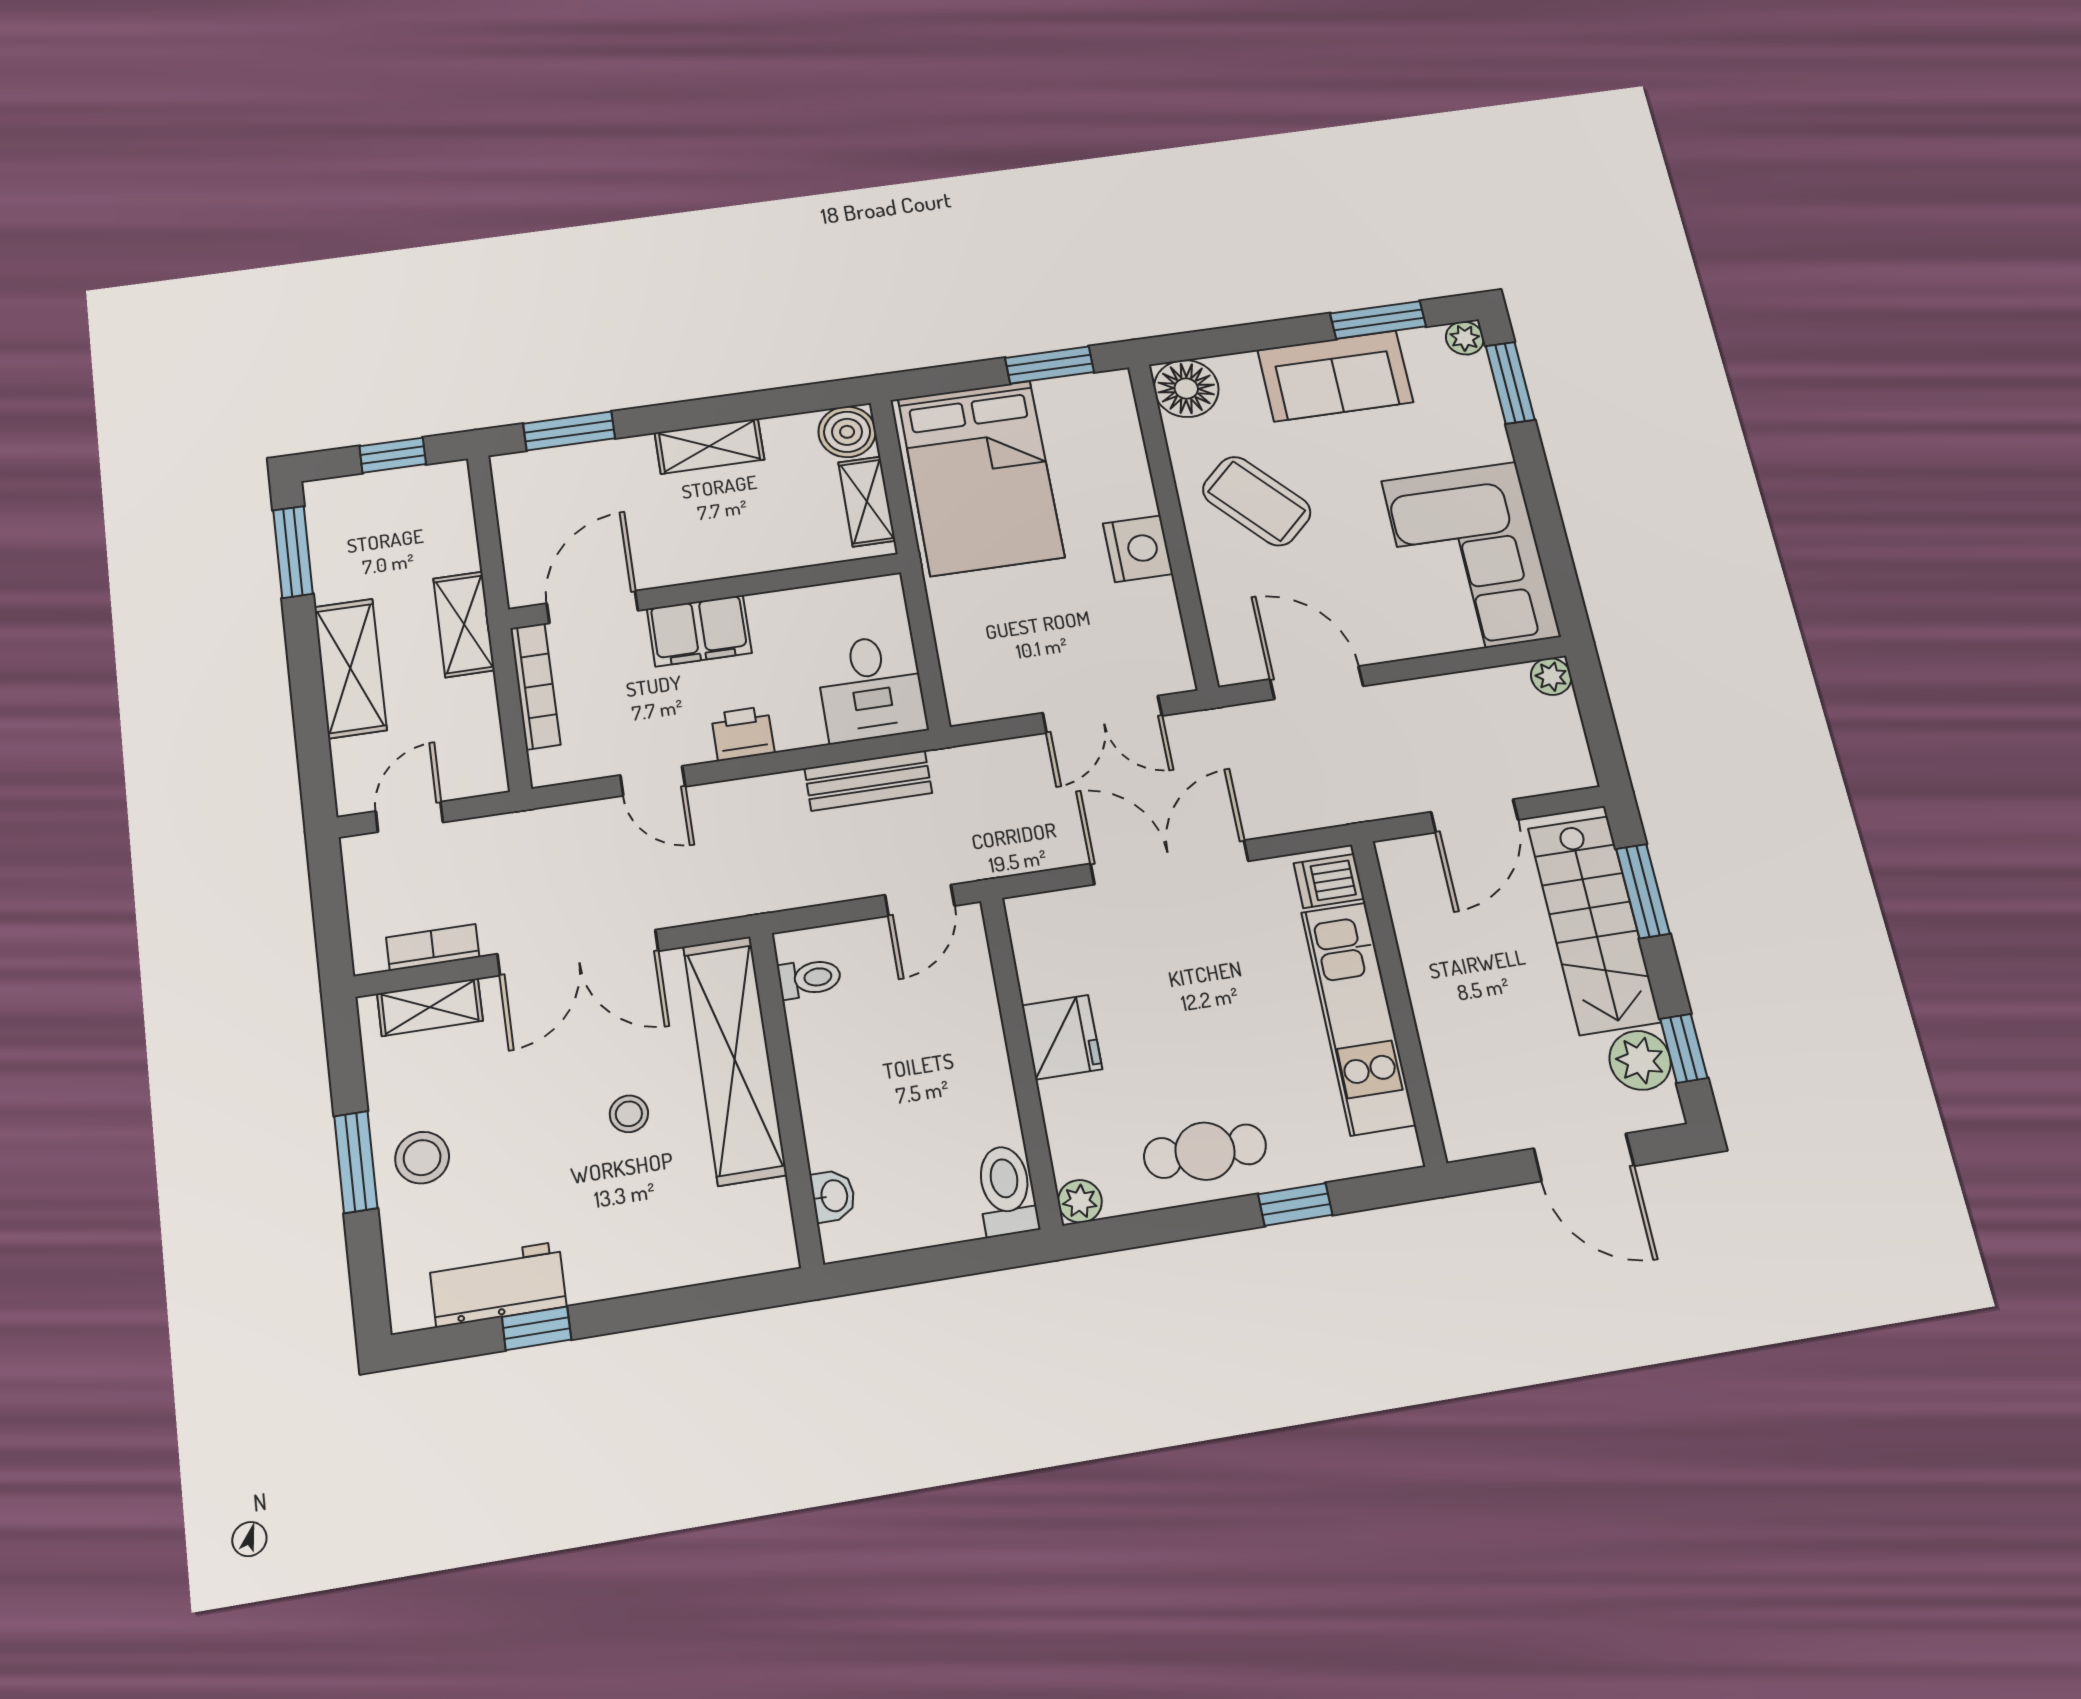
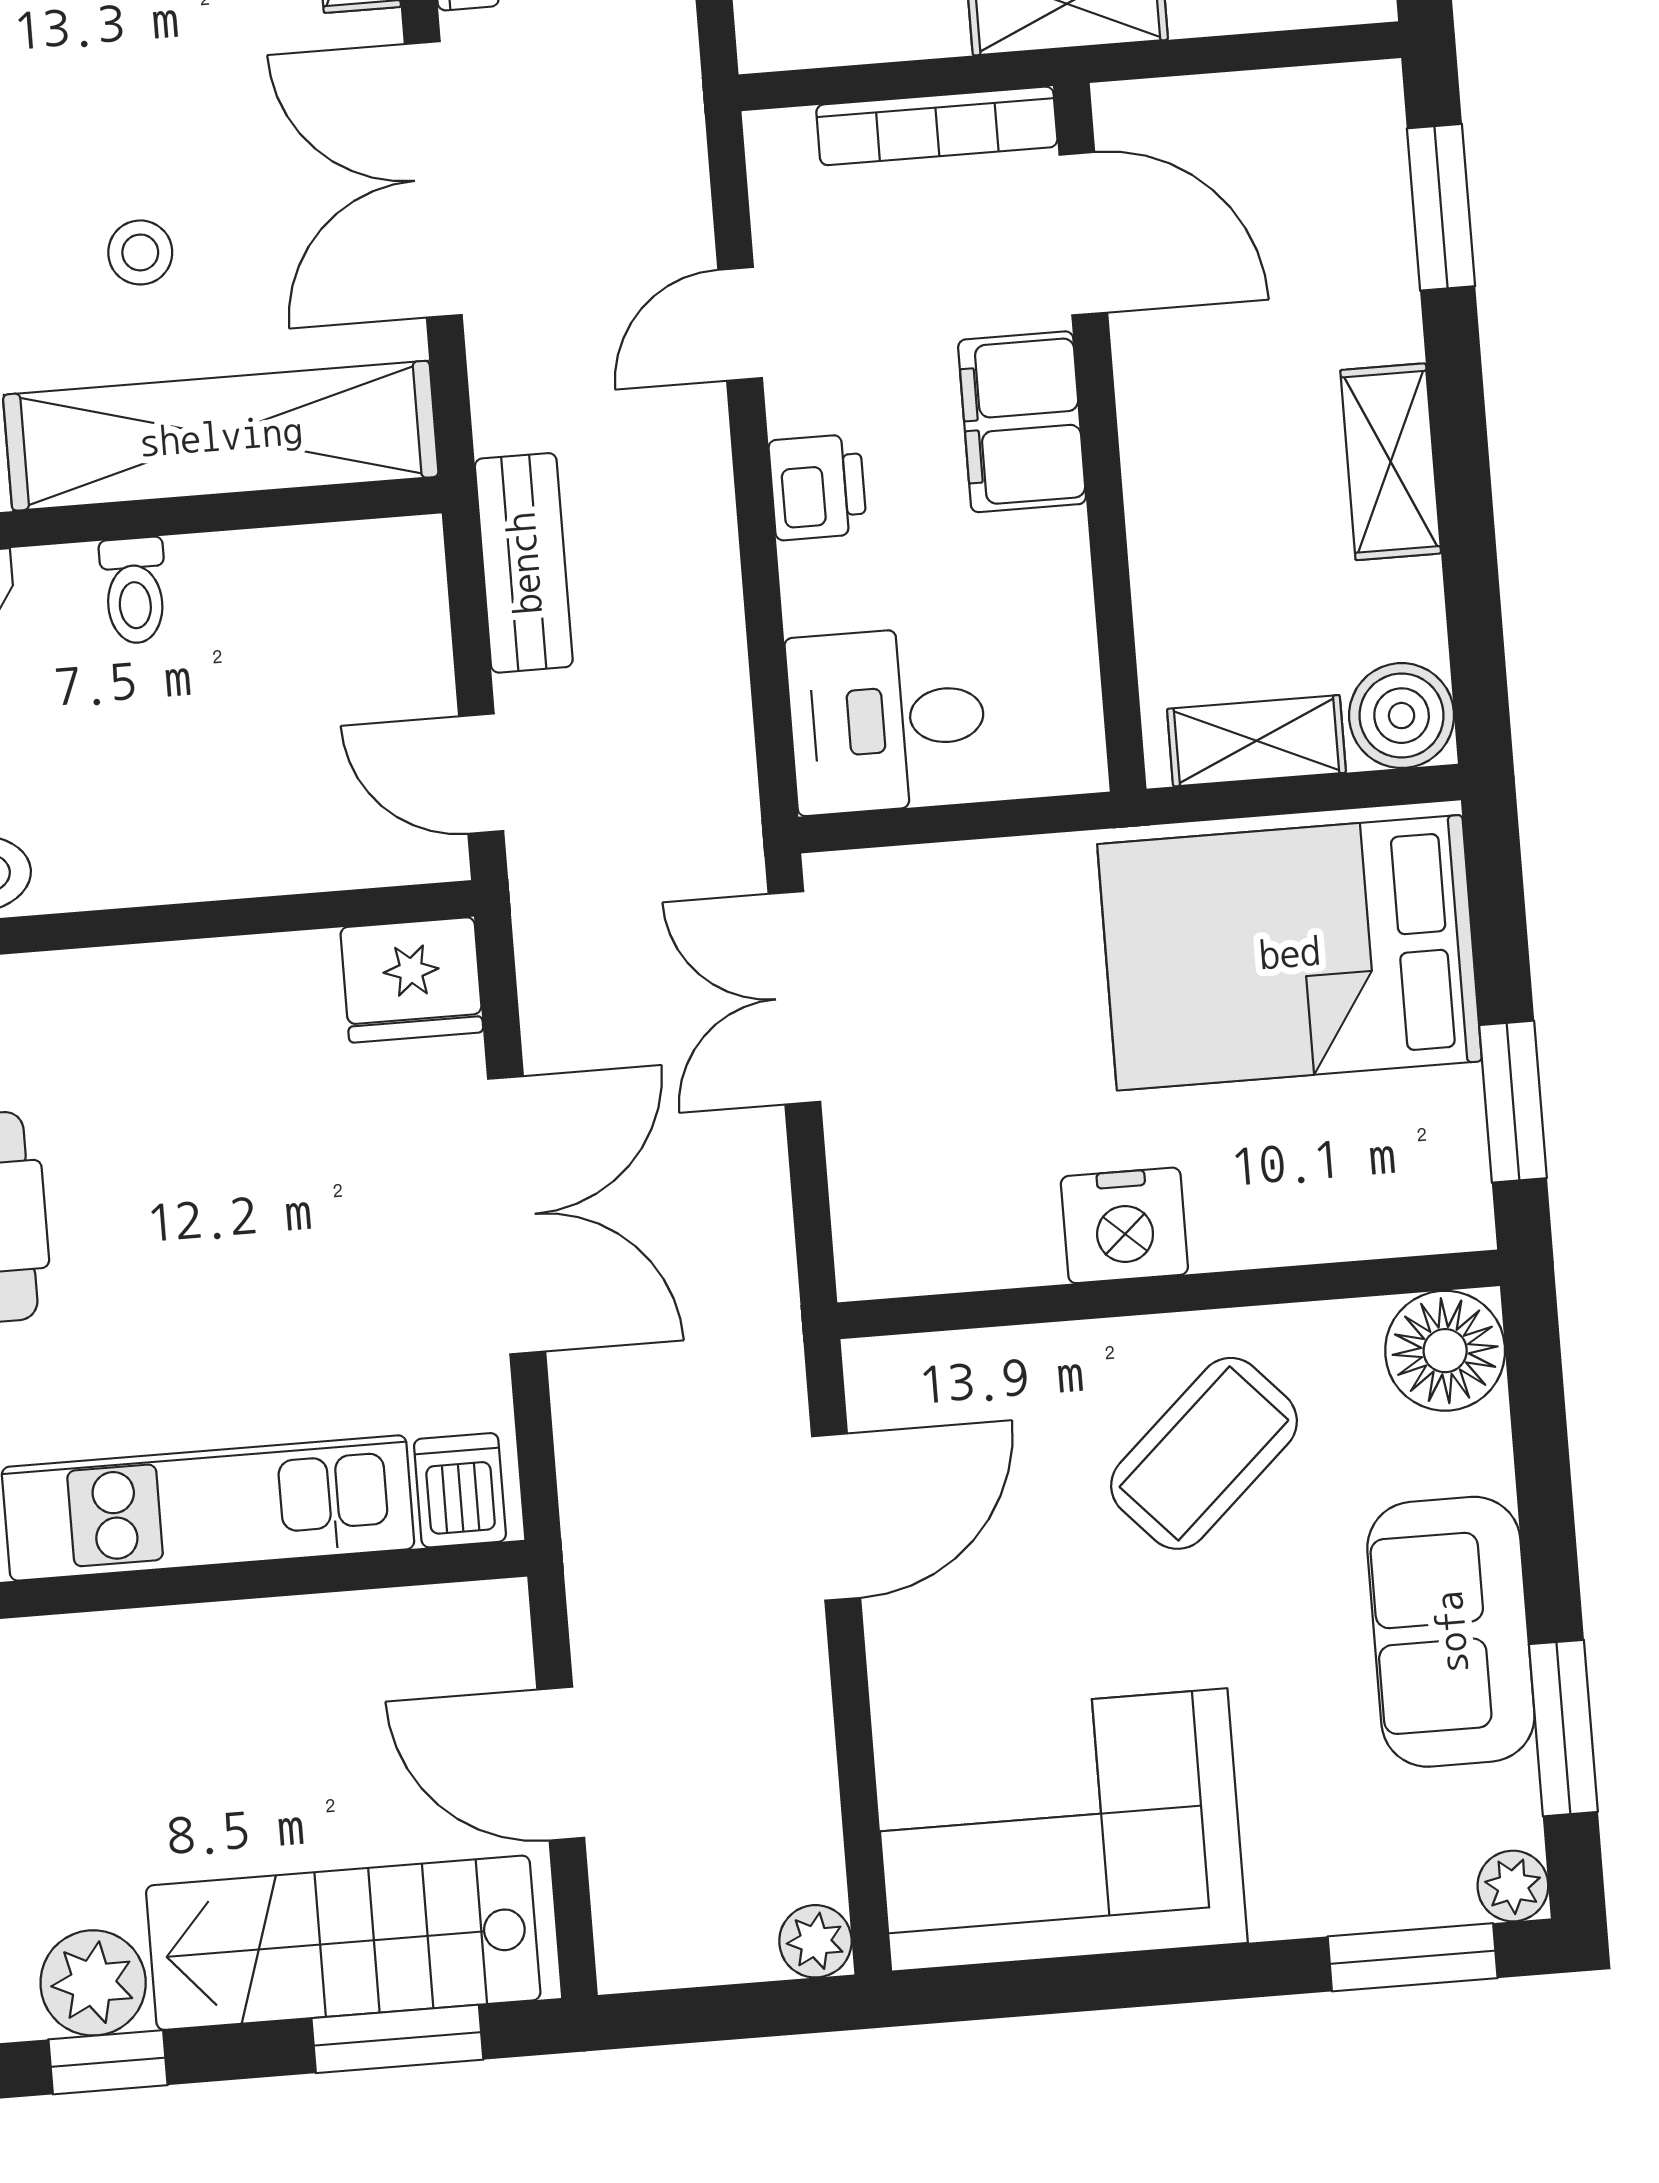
double door: (1102, 714) -> (794, 998), moved
bench: (868, 781) -> (524, 563), moved
toilet: (809, 978) -> (134, 591), moved
fridge: (1062, 1037) -> (412, 980), moved

